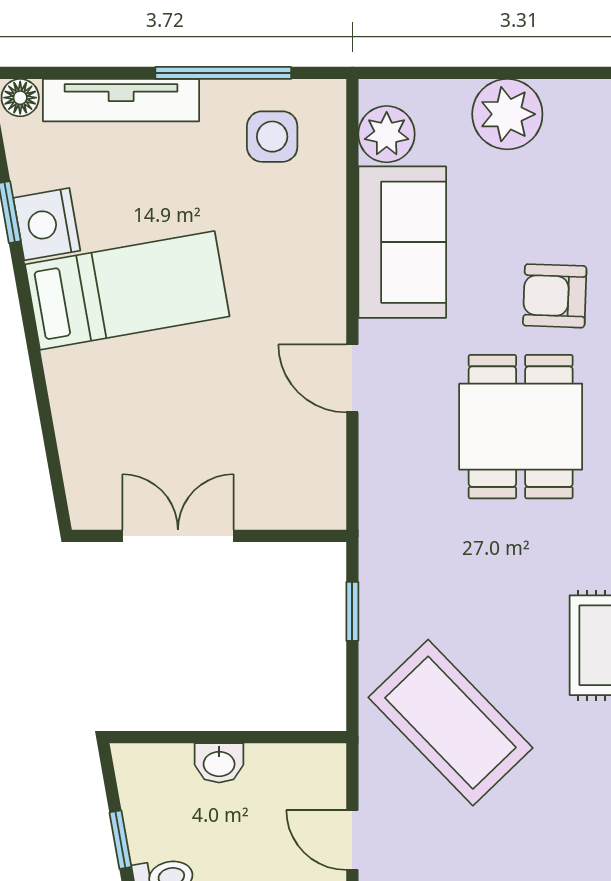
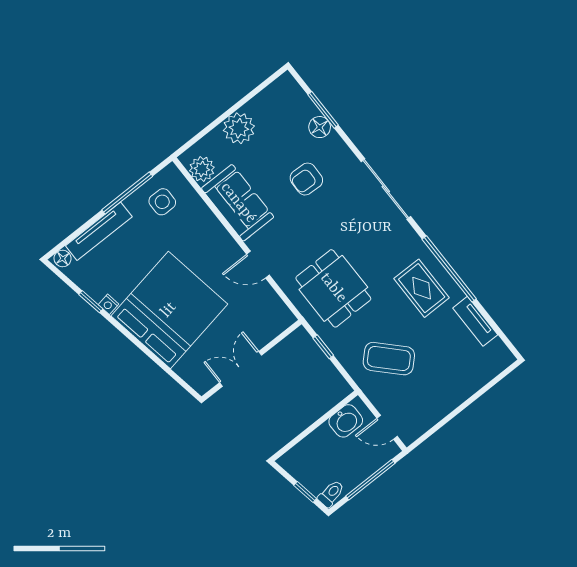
nightstand: (47, 224) -> (109, 304), width x0.53, depth x0.56
bed: (127, 290) -> (169, 310), width x2.04
dining table: (521, 427) -> (333, 288), moved
coffee table: (450, 723) -> (389, 359), width x0.73, depth x0.76
washbasin: (219, 763) -> (346, 421), moved, width x1.38, depth x1.45

